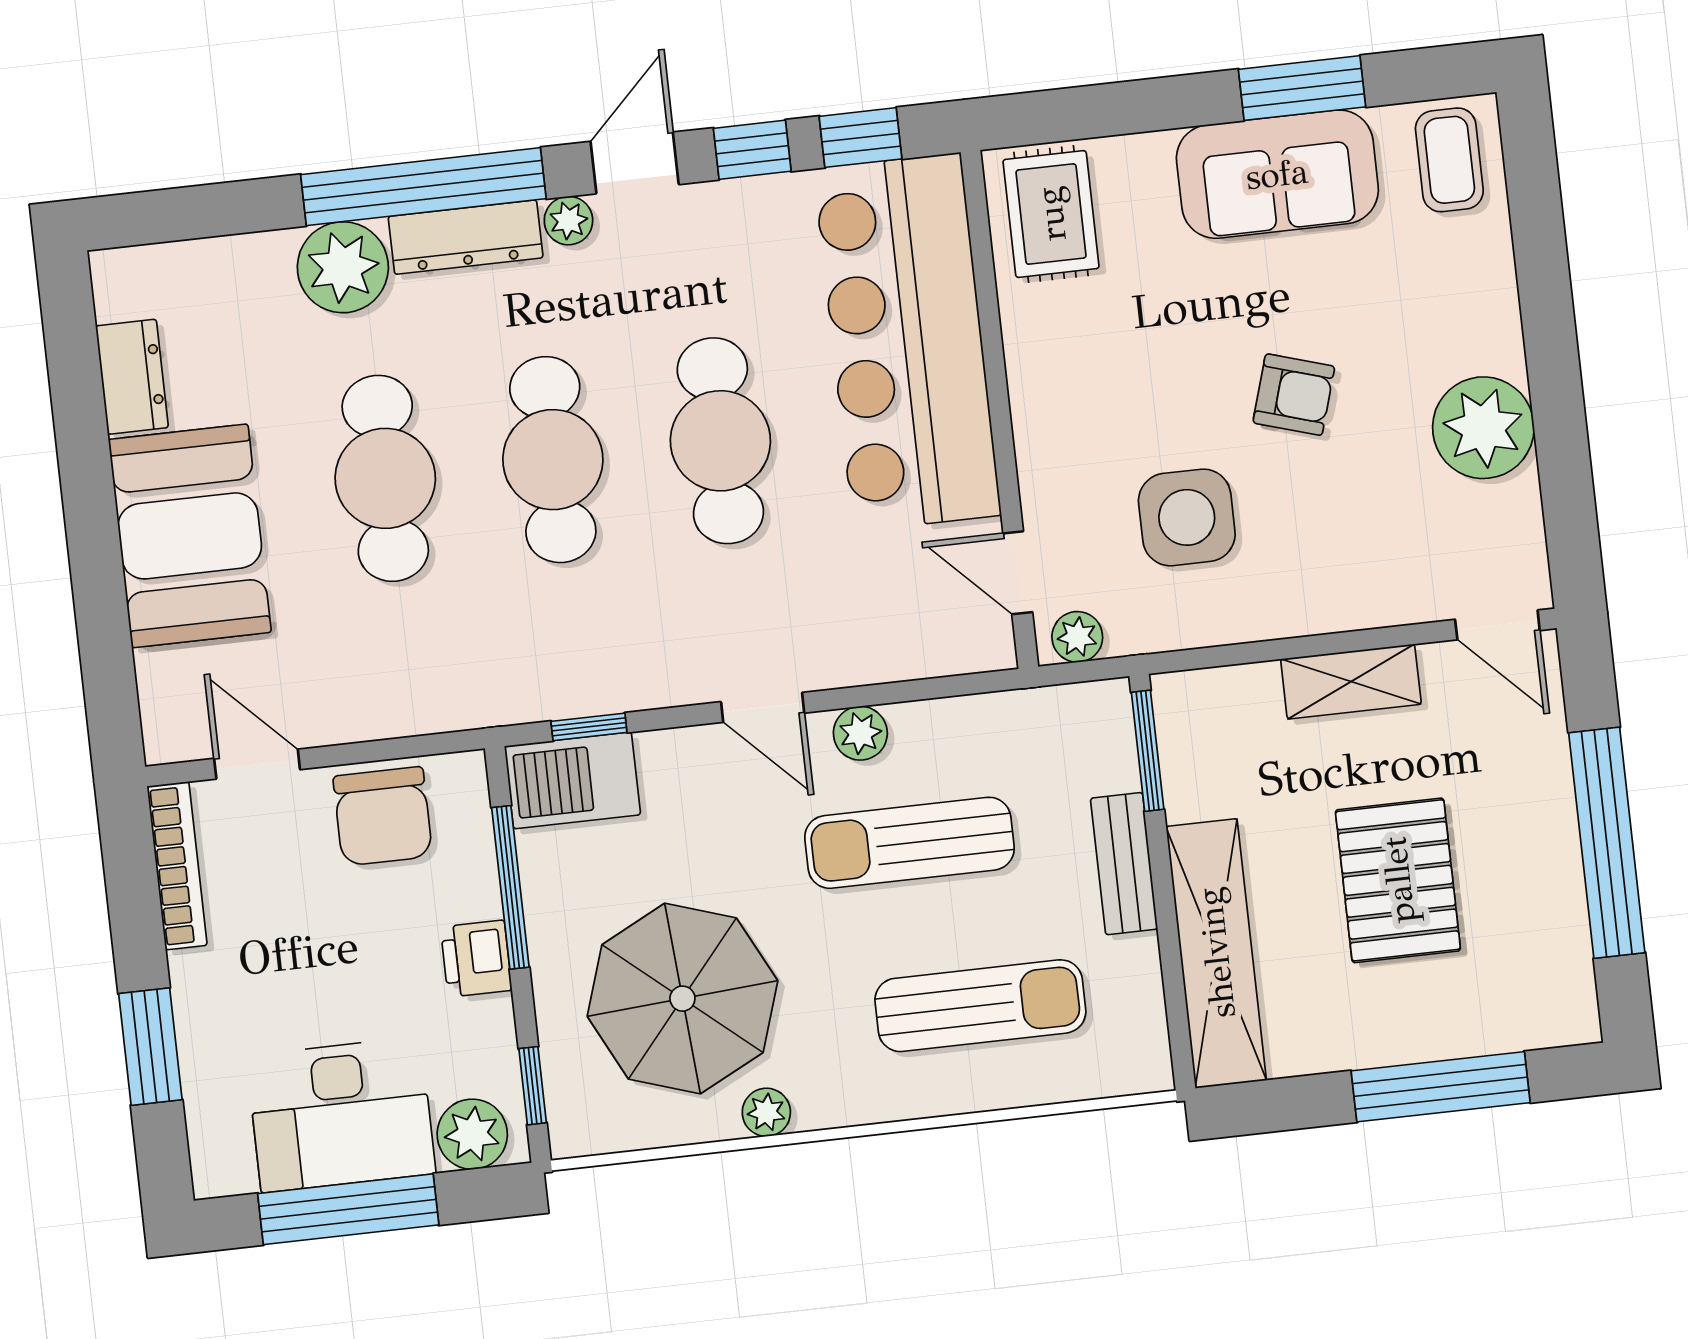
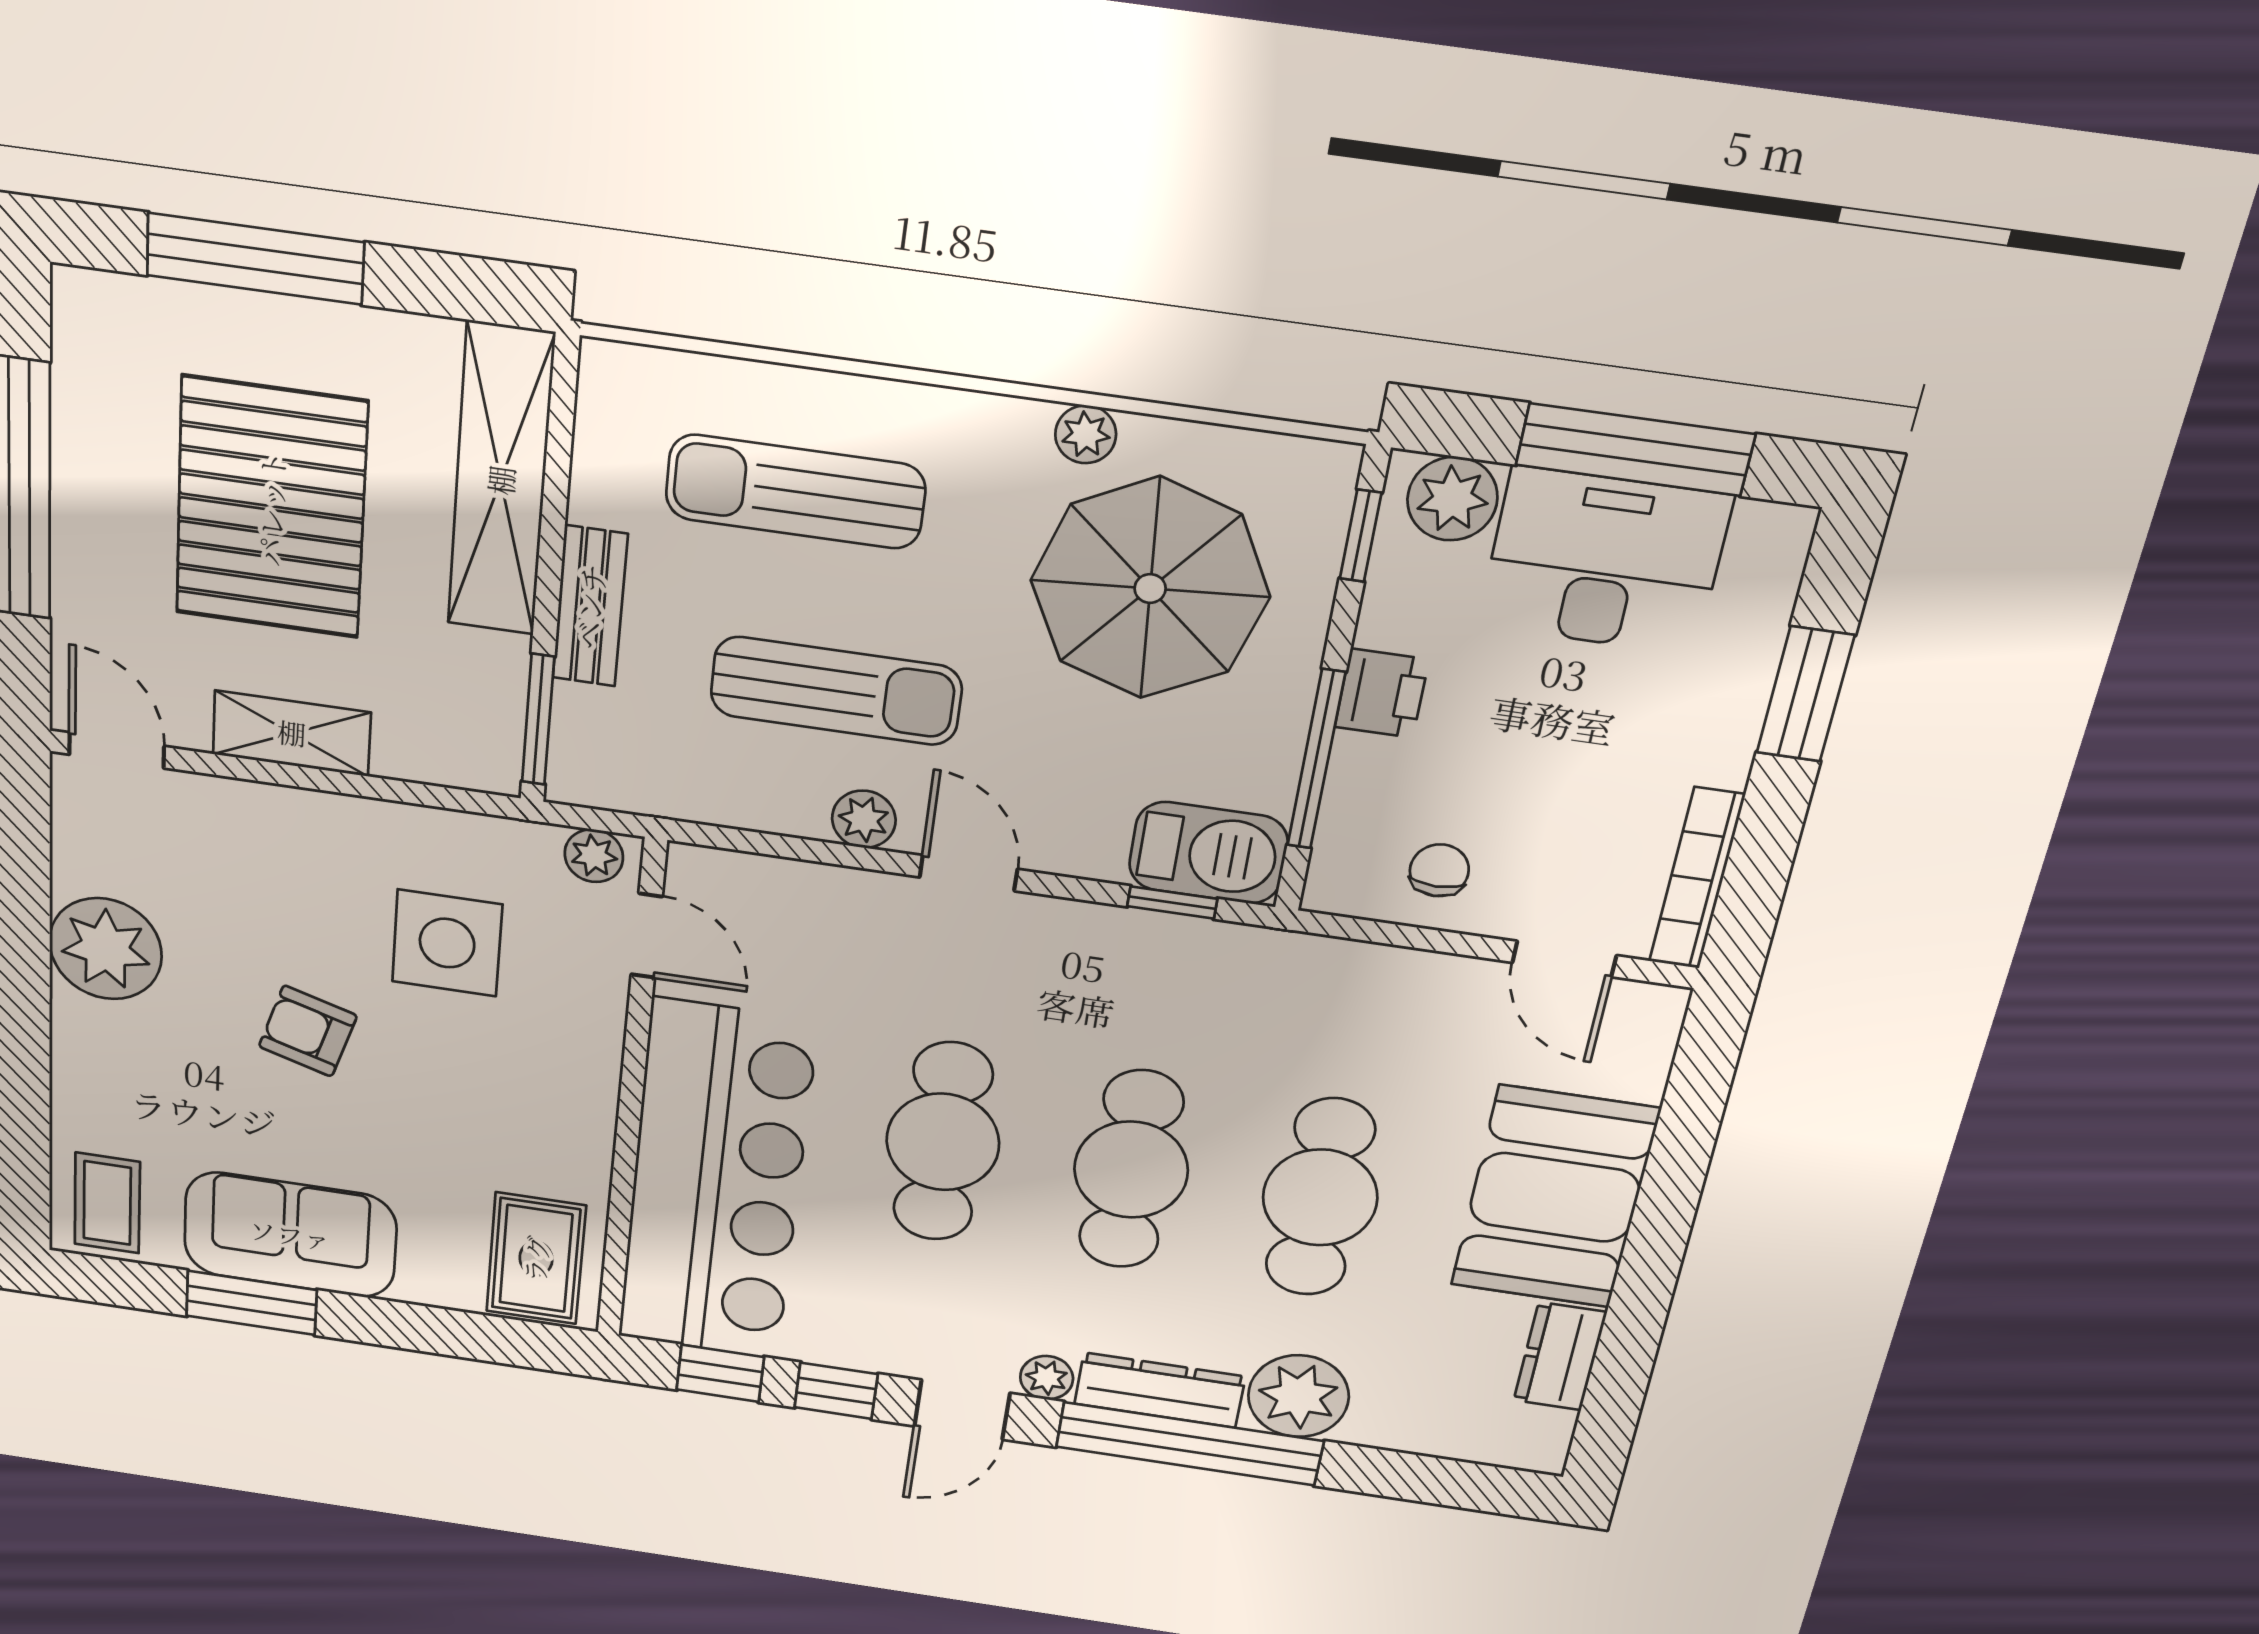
chair: (383, 816) -> (1439, 870), width x0.54, depth x0.54
pallet: (1398, 880) -> (271, 508), width x1.37, depth x1.41

